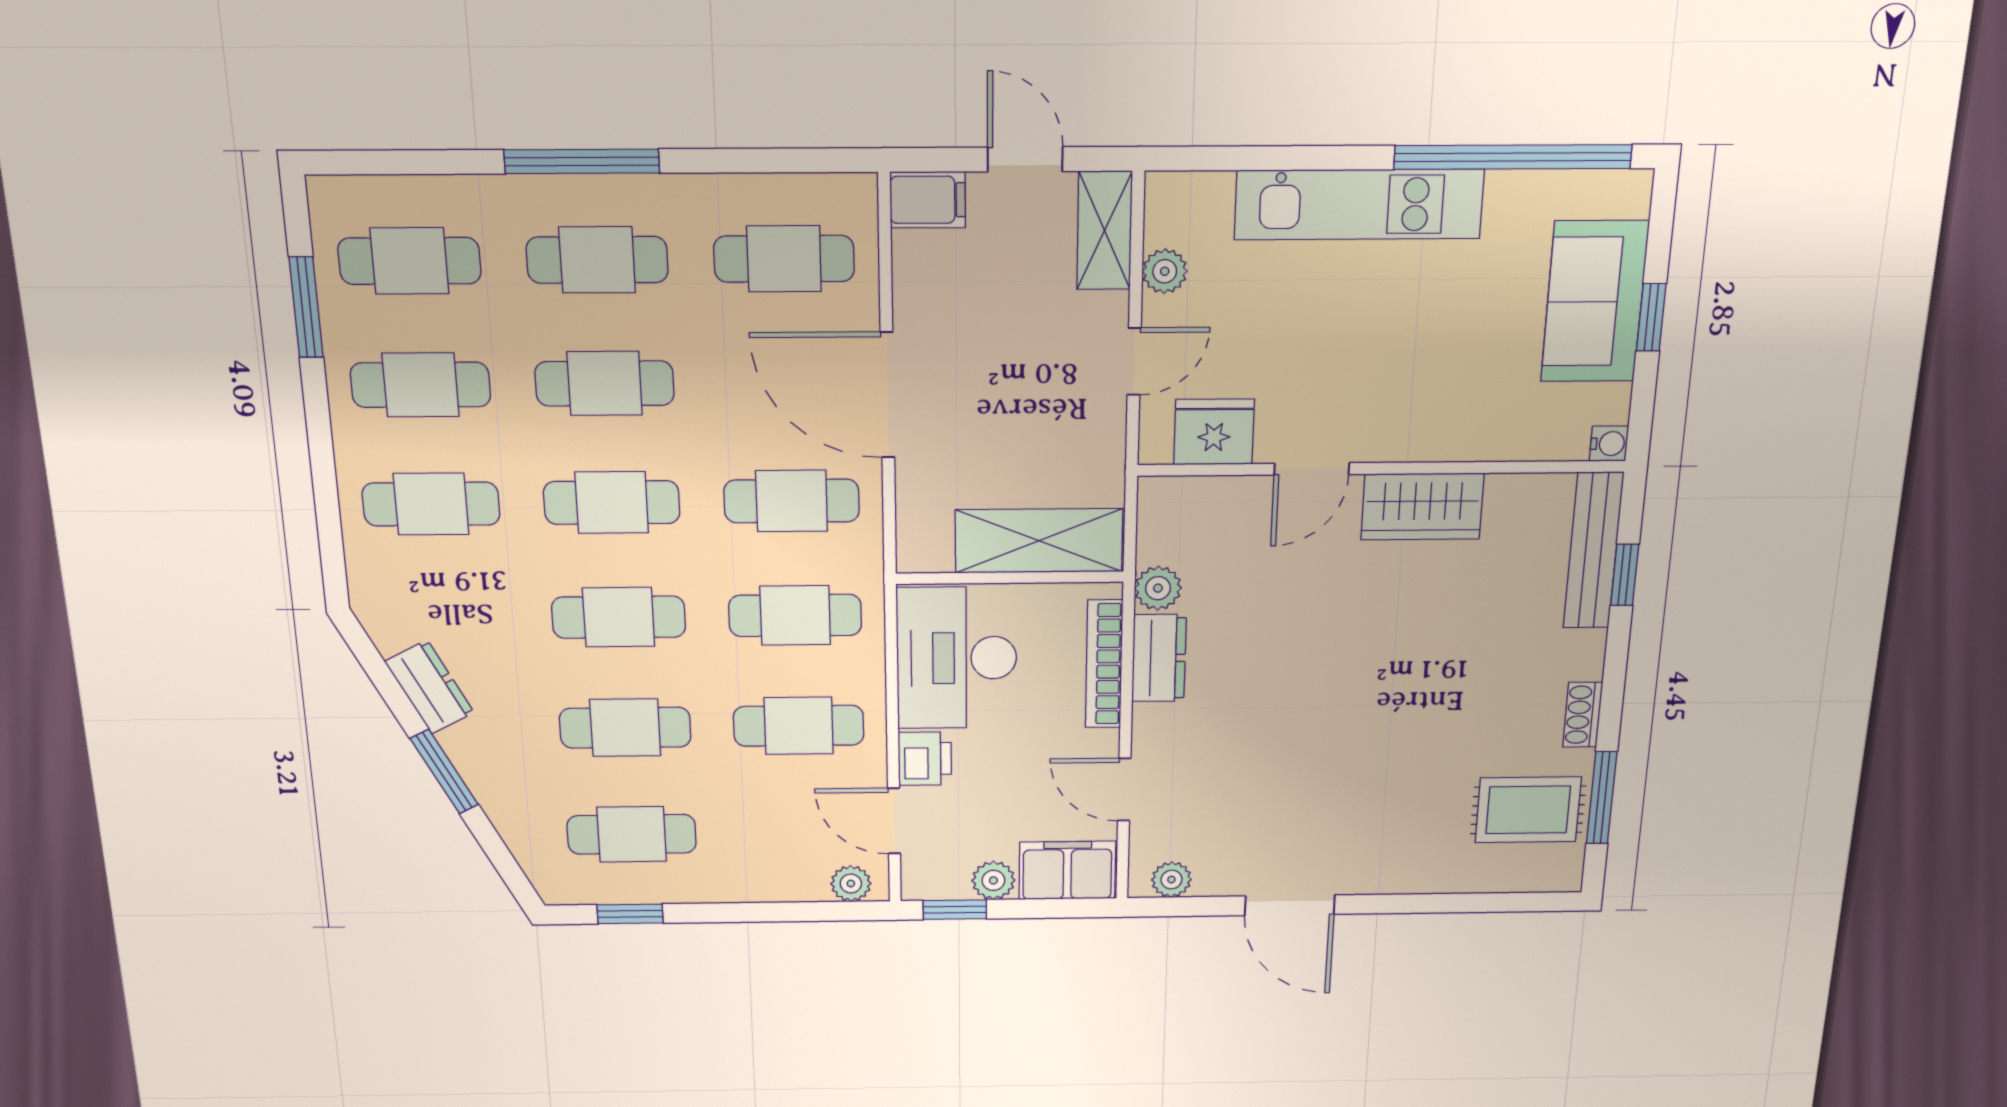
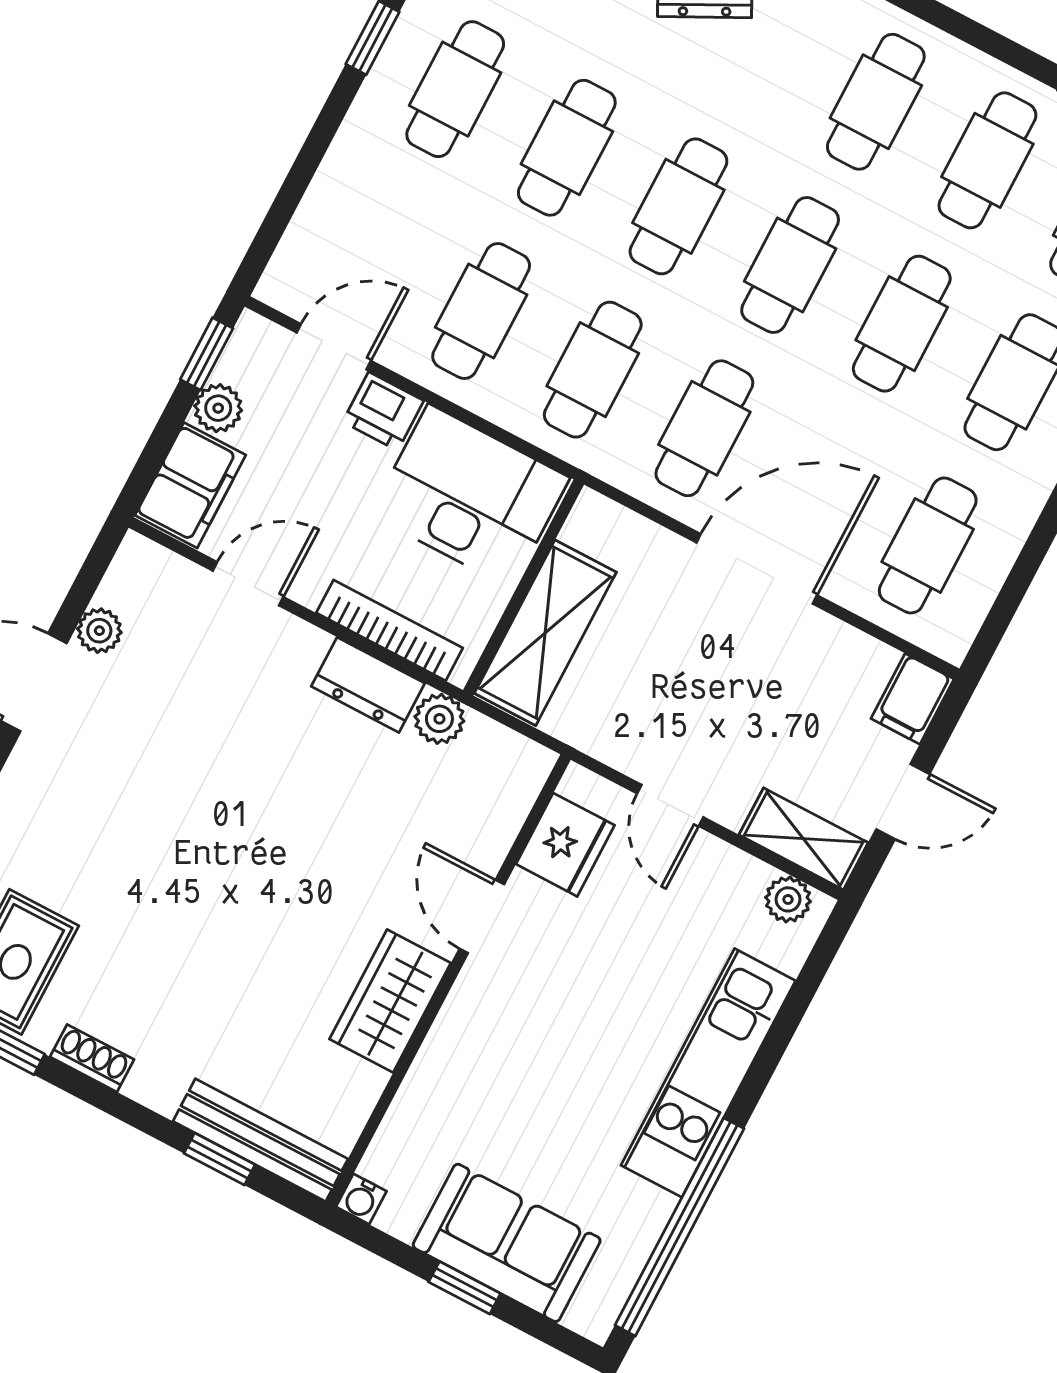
plant: (1165, 271) -> (788, 899), moved
plant: (1171, 880) -> (99, 631), moved
plant: (851, 884) -> (289, 269), removed

